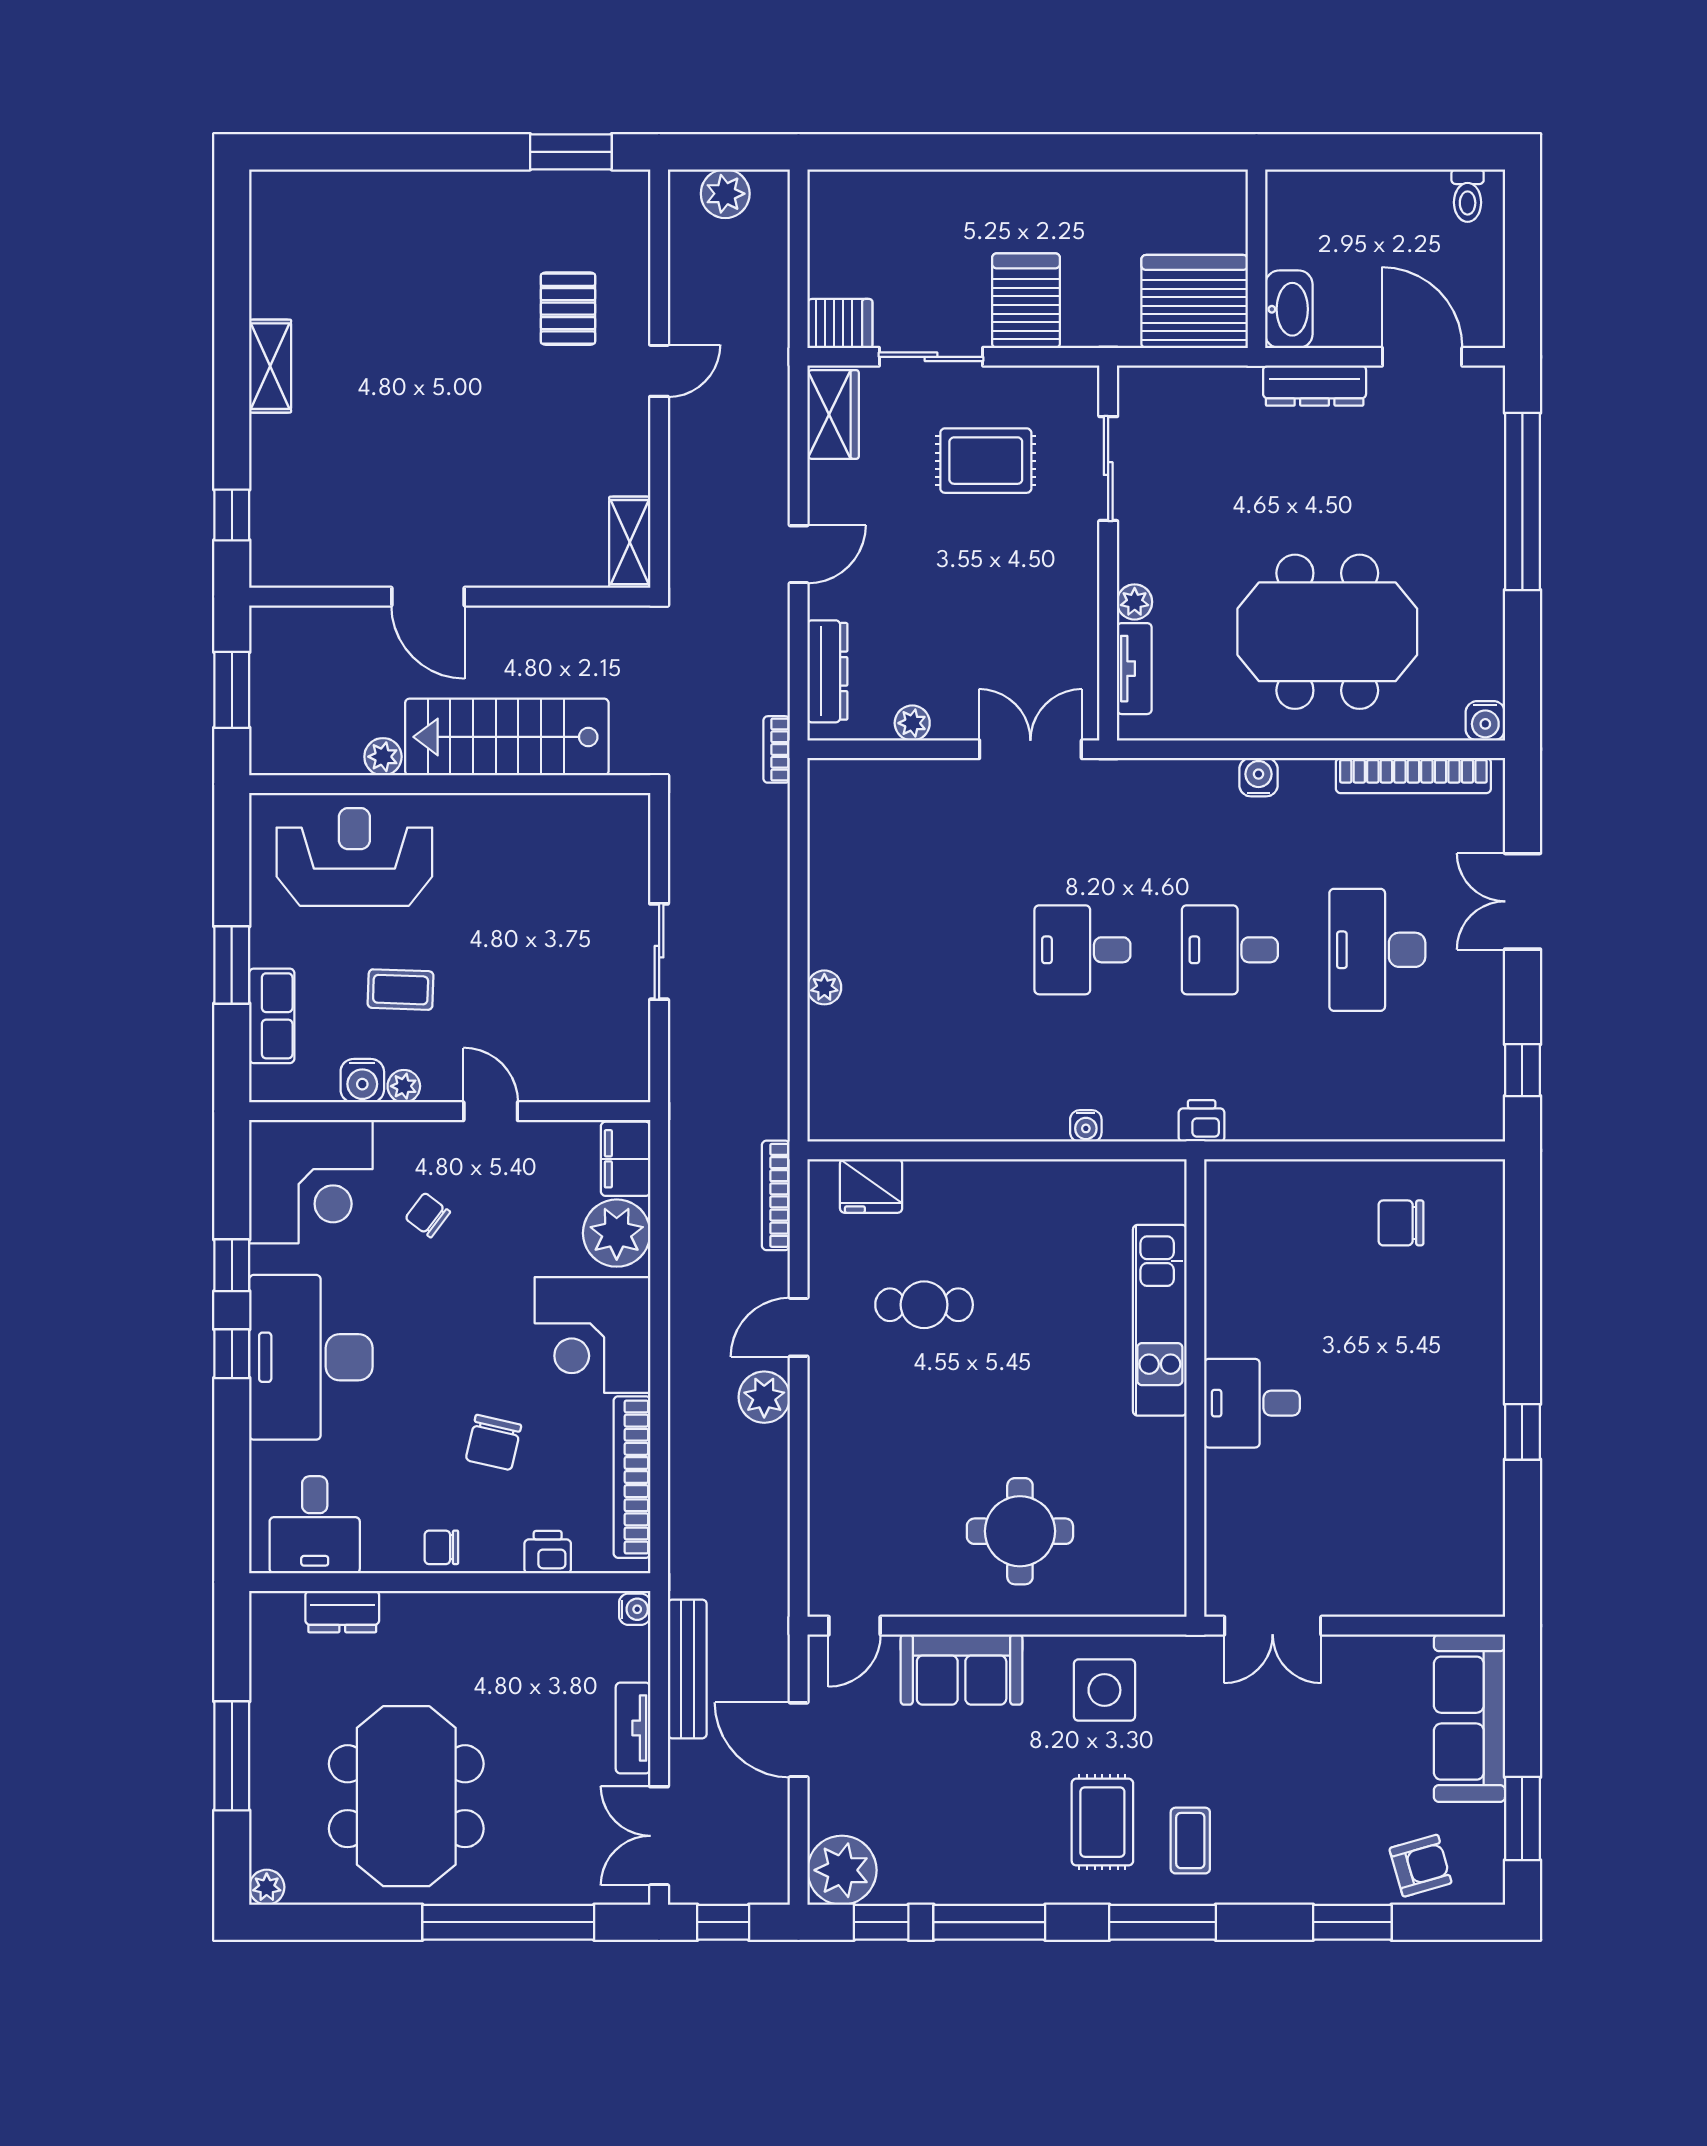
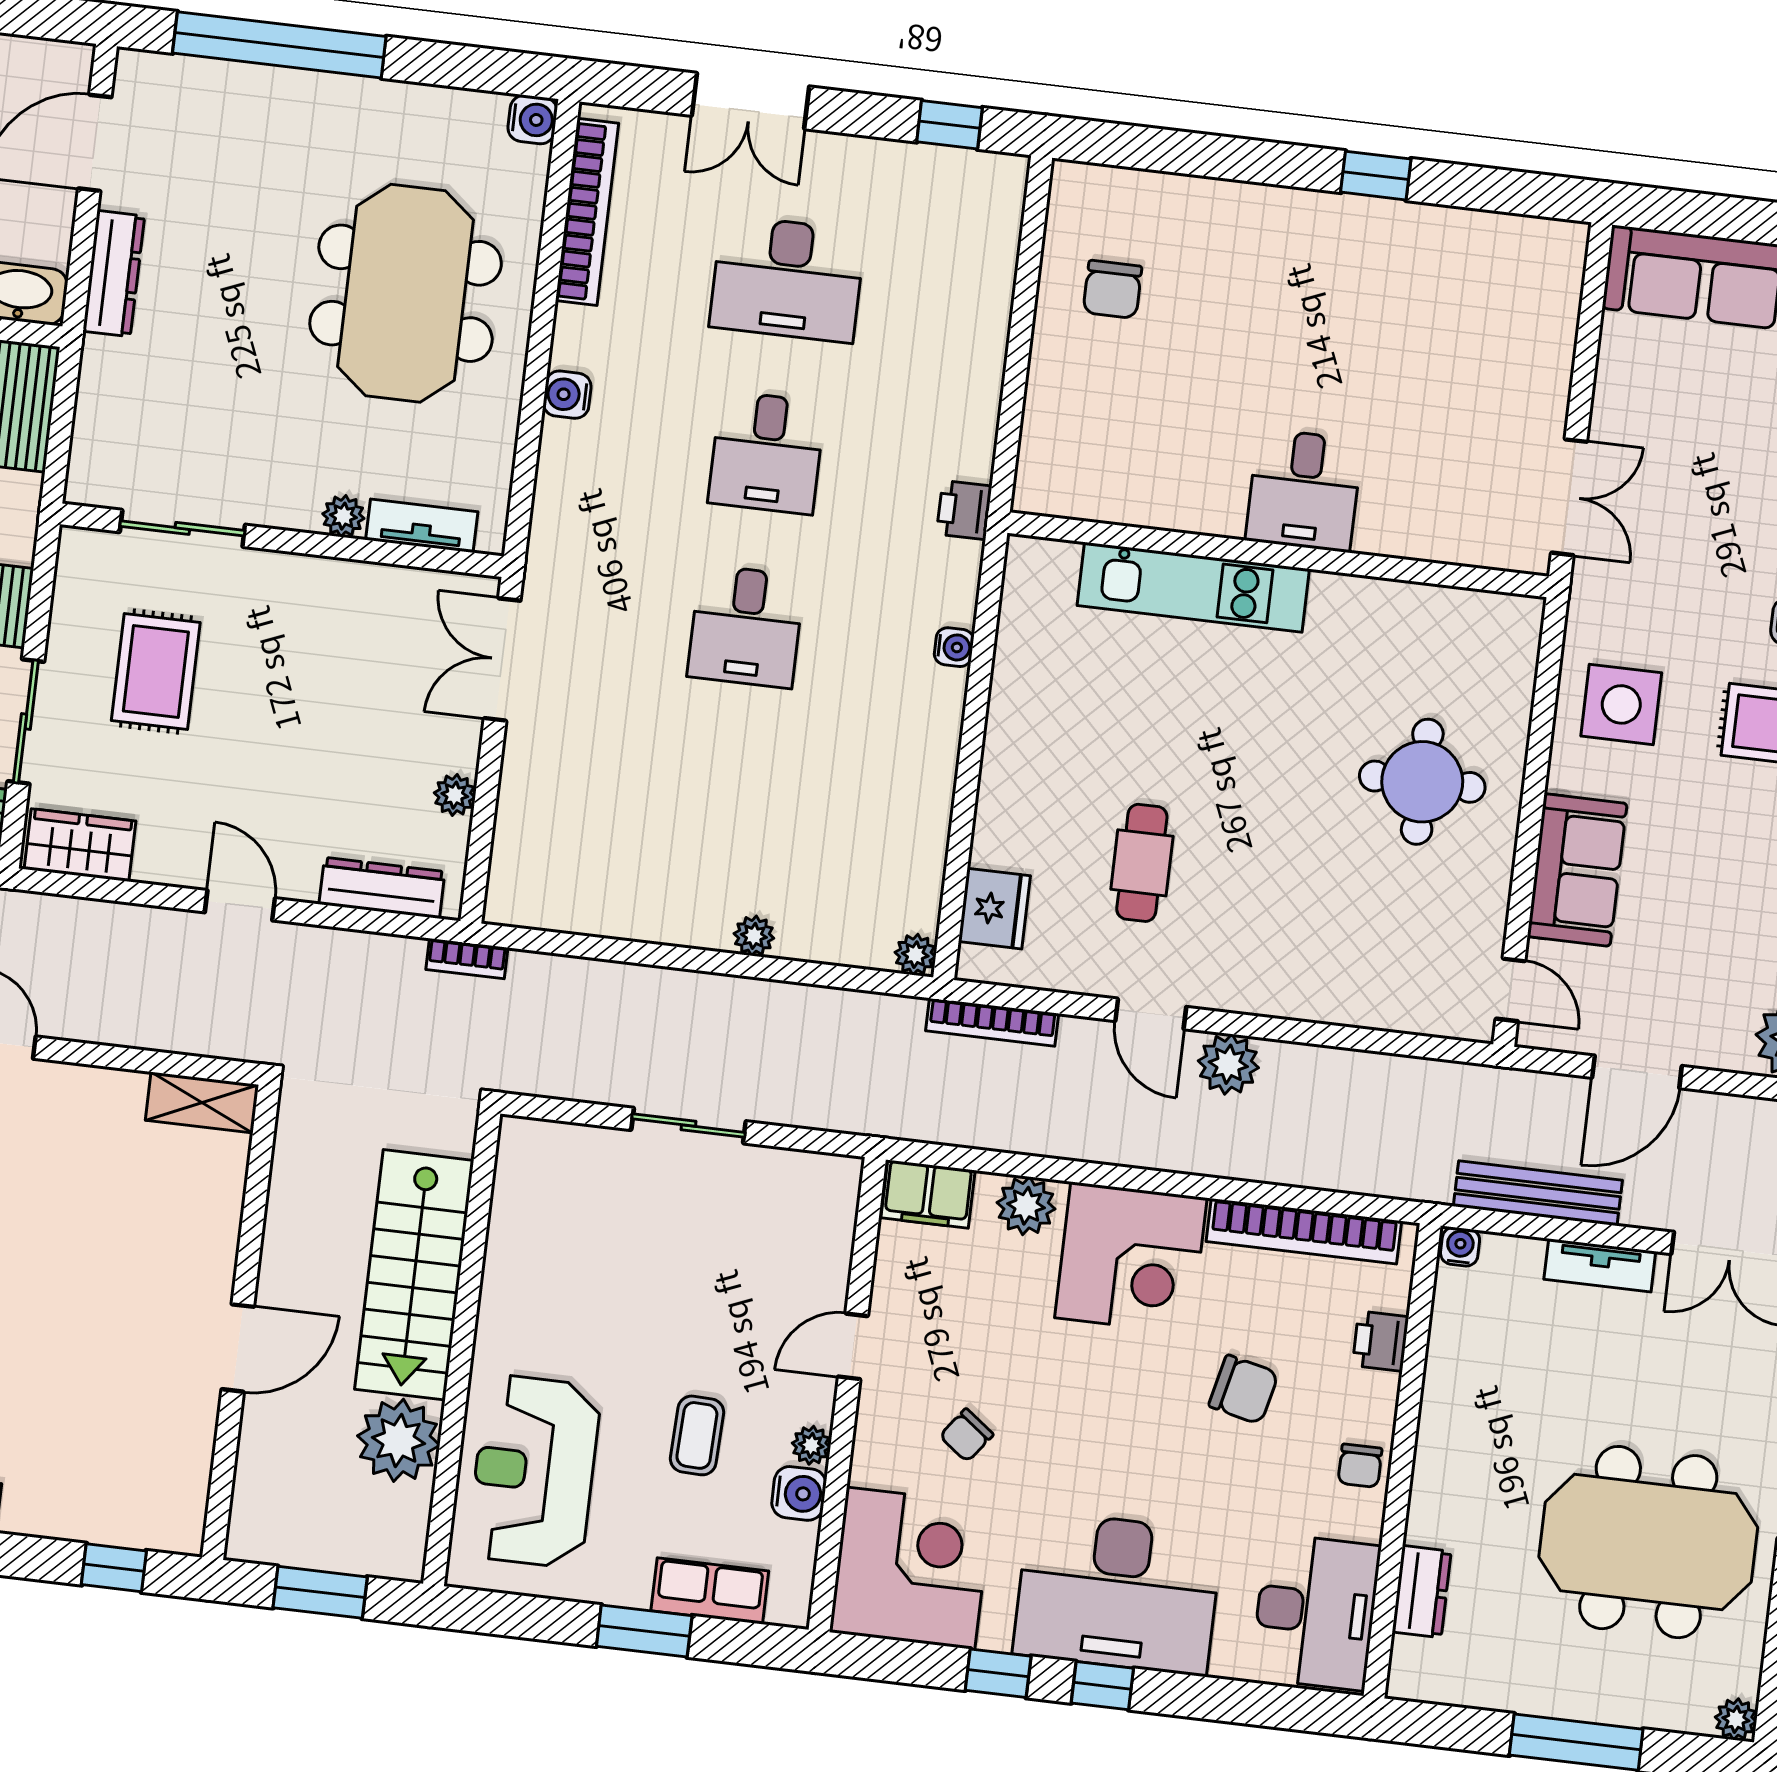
plant: (383, 757) -> (399, 1440), width x1.88, depth x1.88
plant: (825, 1124) -> (915, 955), added
plant: (617, 1233) -> (1026, 1206), width x0.73, depth x0.73
desk: (315, 1525) -> (1316, 1612), width x1.37

